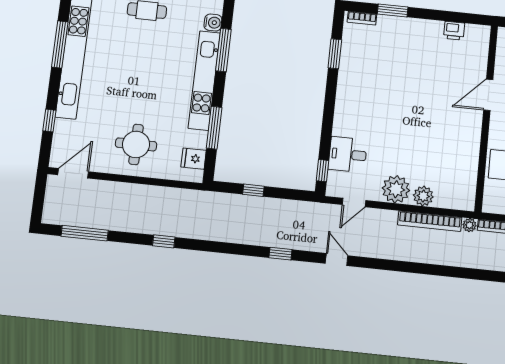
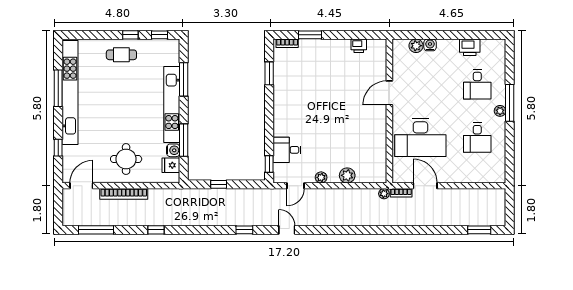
water cooler: (213, 23) -> (173, 150), moved
plant: (396, 189) -> (321, 177), width x0.53, depth x0.53
bookcase: (430, 221) -> (124, 194), moved

